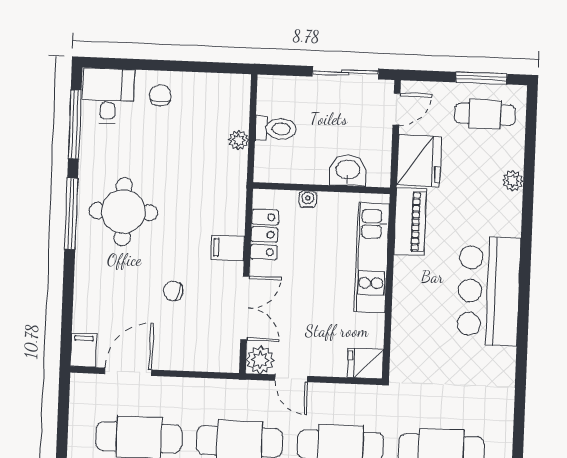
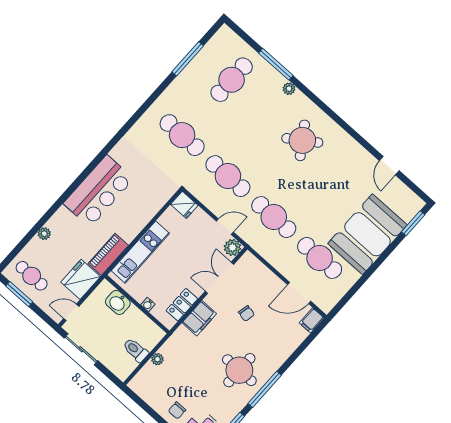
filing cabinet: (228, 248) -> (199, 318), width x2.00
door: (291, 378) -> (225, 227), hinge flipped

